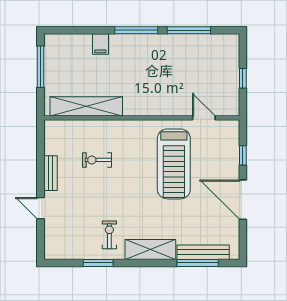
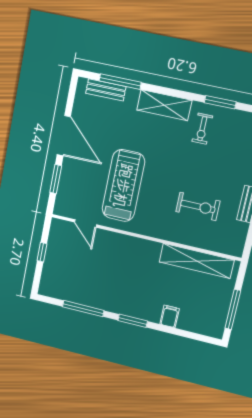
window: (136, 30) -> (133, 321), width x0.69
window: (243, 155) -> (56, 179), width x1.50
exercise bike: (97, 160) -> (198, 206), width x1.38, depth x1.39
bench: (203, 252) -> (106, 90), width x0.73

